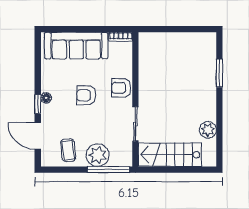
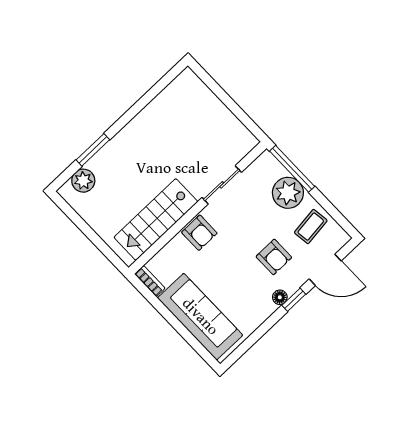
armchair: (86, 95) -> (274, 257), moved
plant: (208, 130) -> (83, 181), moved
door: (38, 136) -> (325, 270), hinge flipped
stairs: (170, 155) -> (156, 219), moved, turned 90

